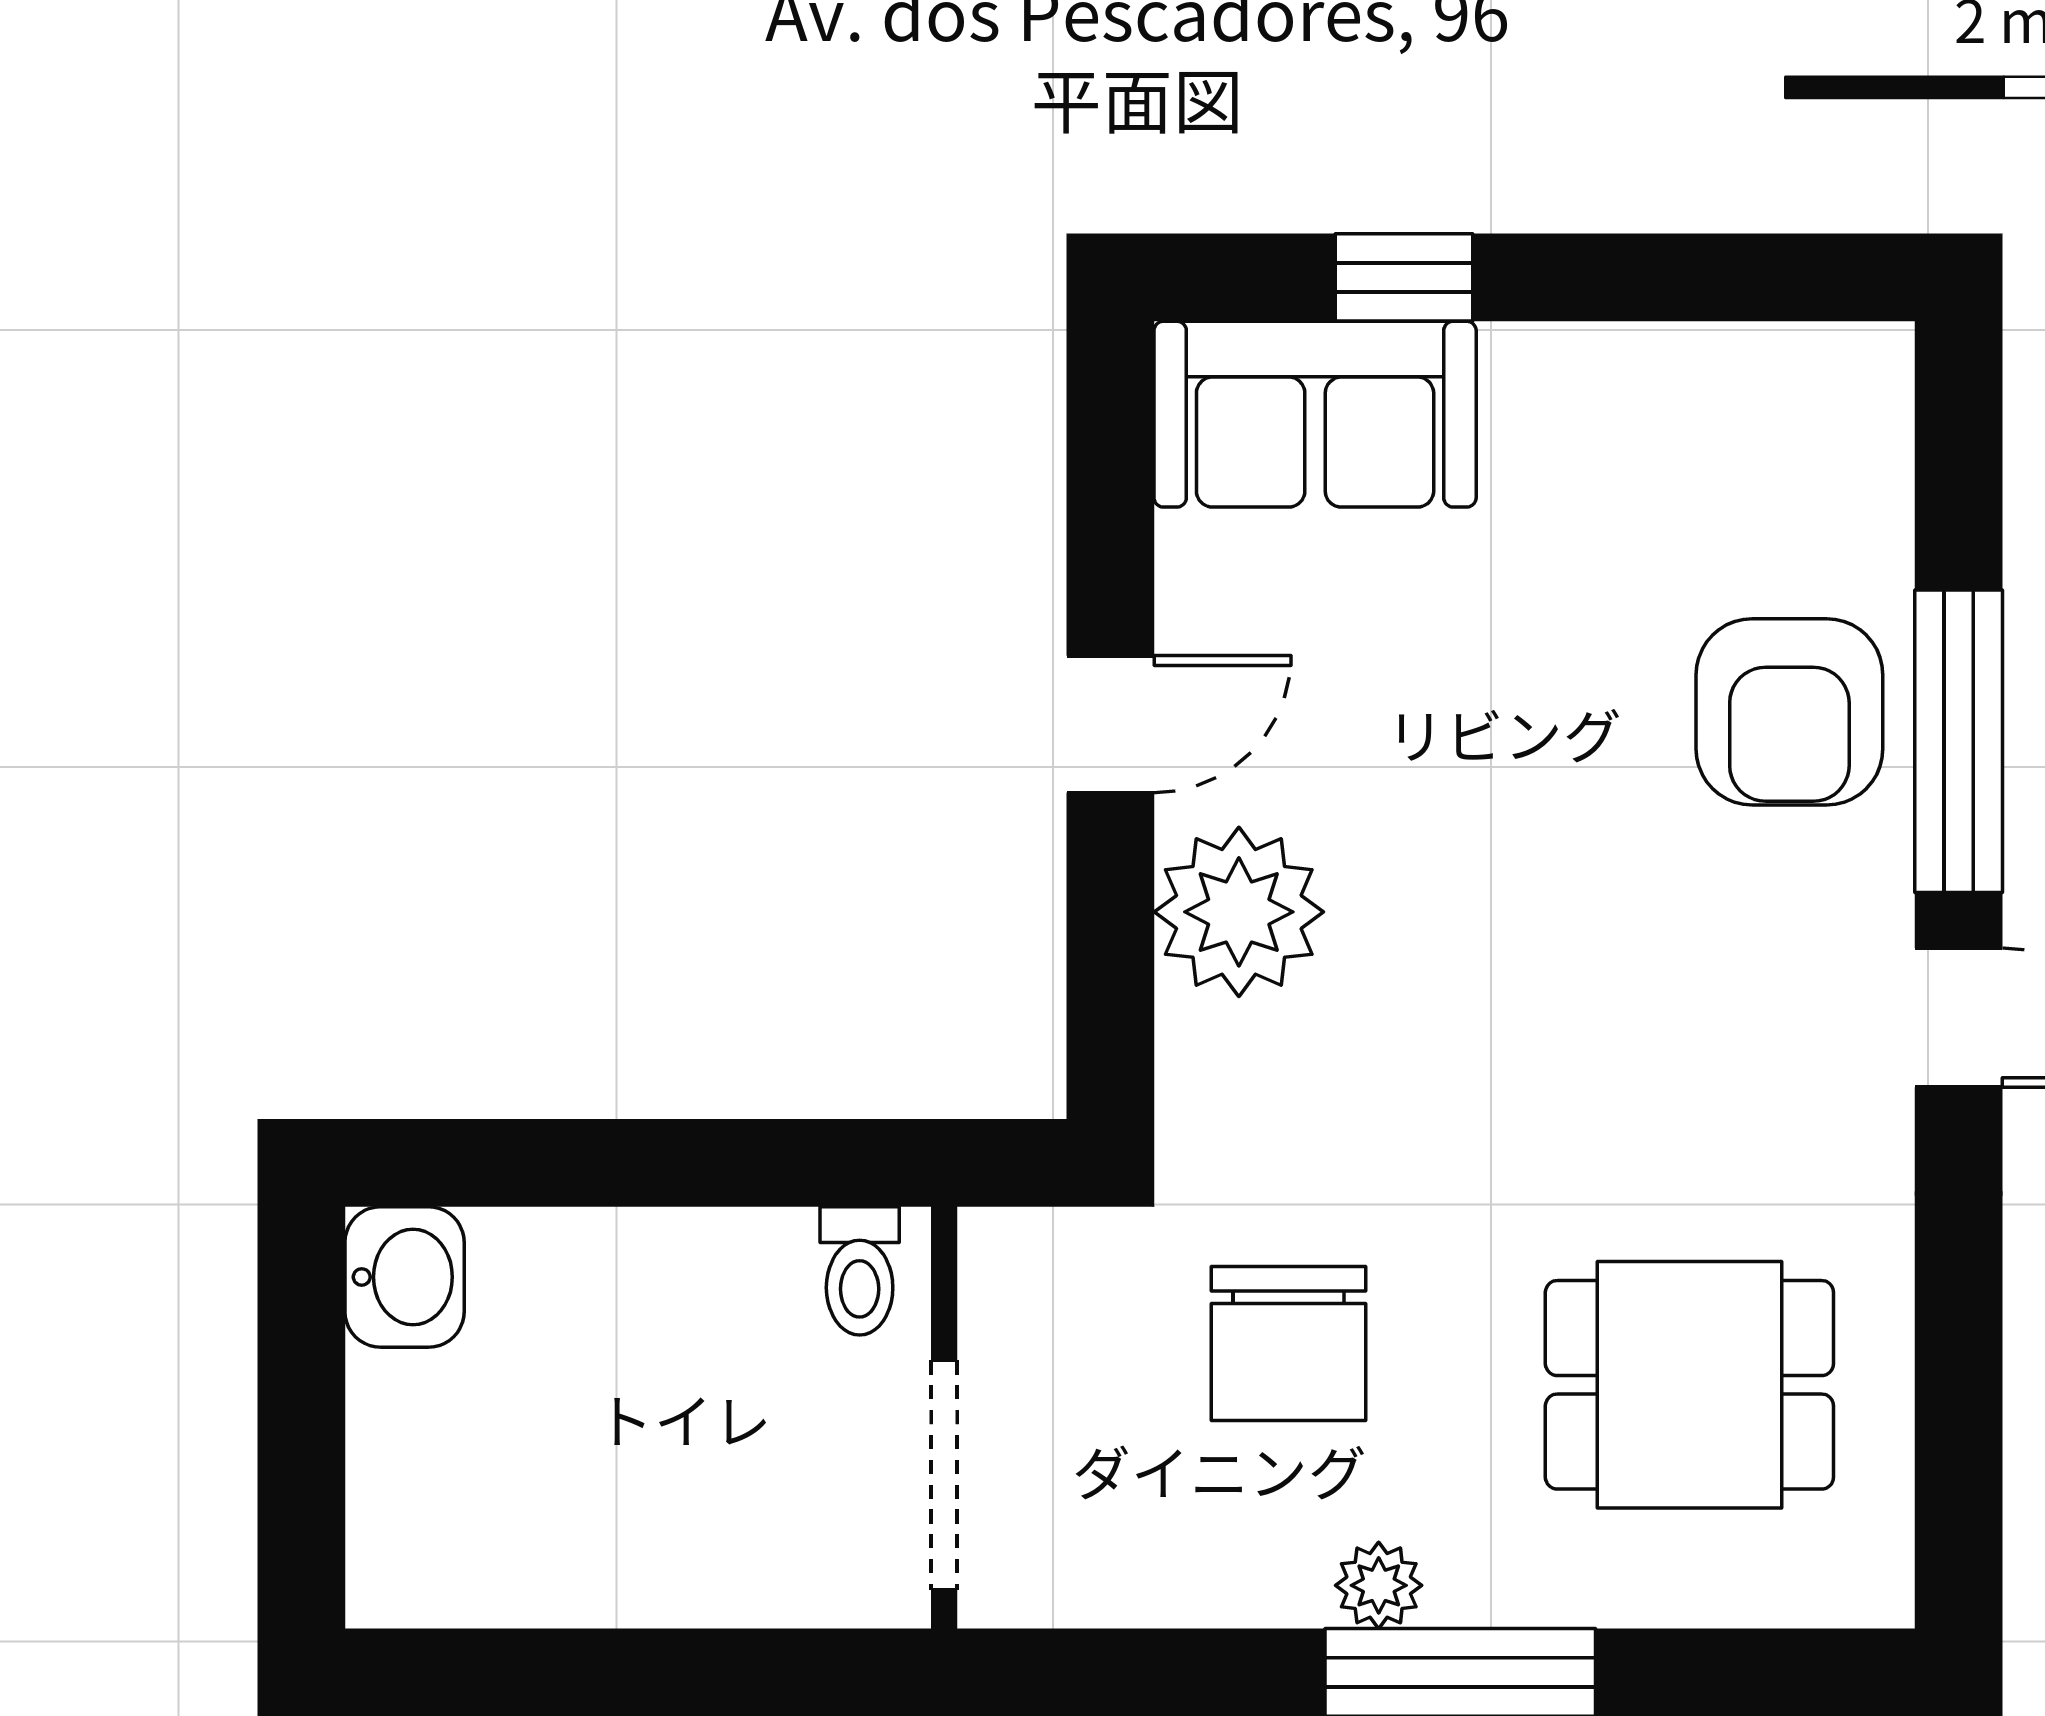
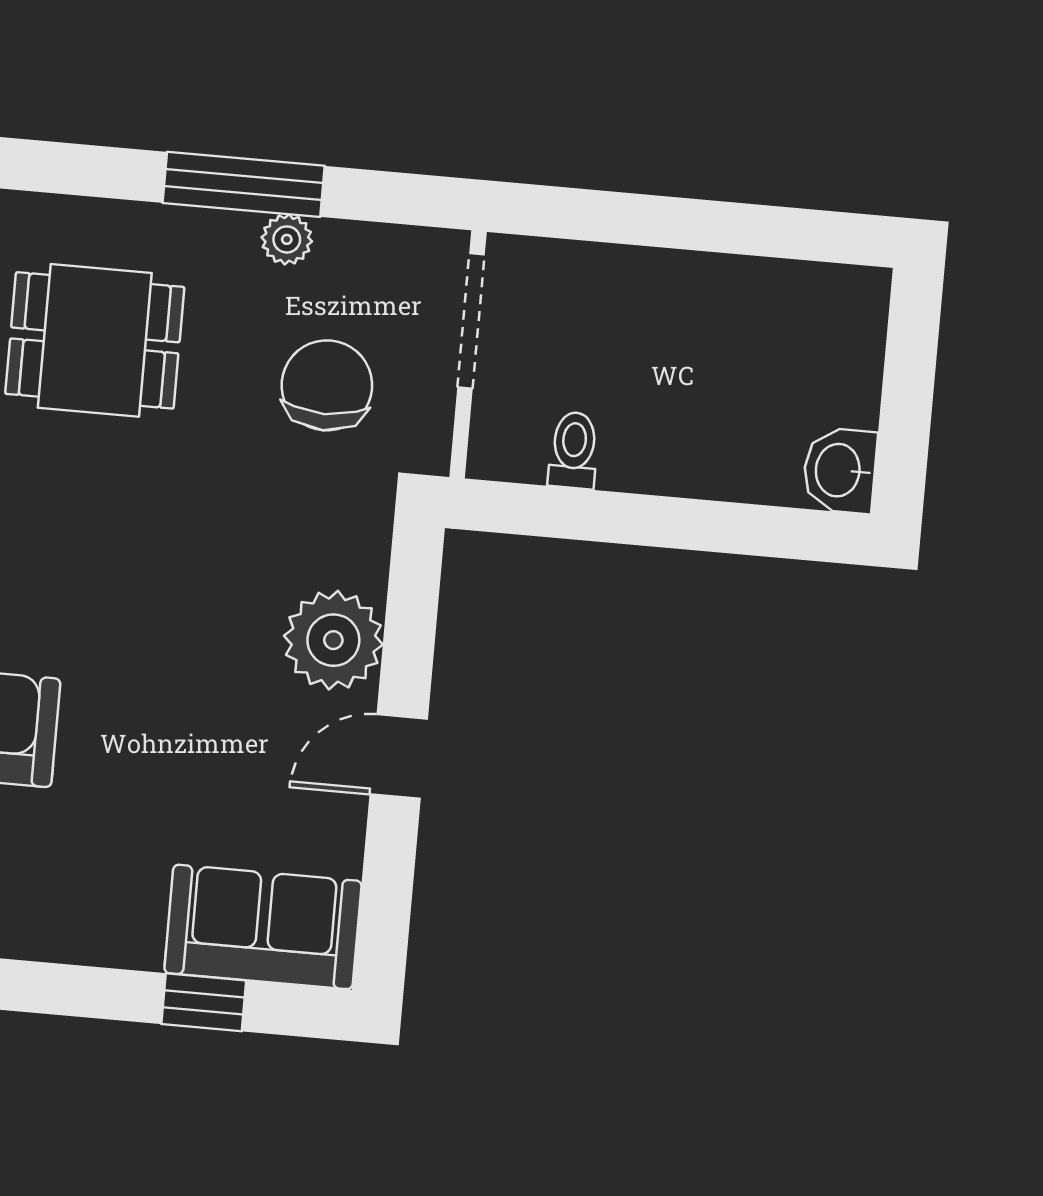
wall: (944, 1418) -> (468, 354), moved
doorway: (944, 1475) -> (471, 321), moved

